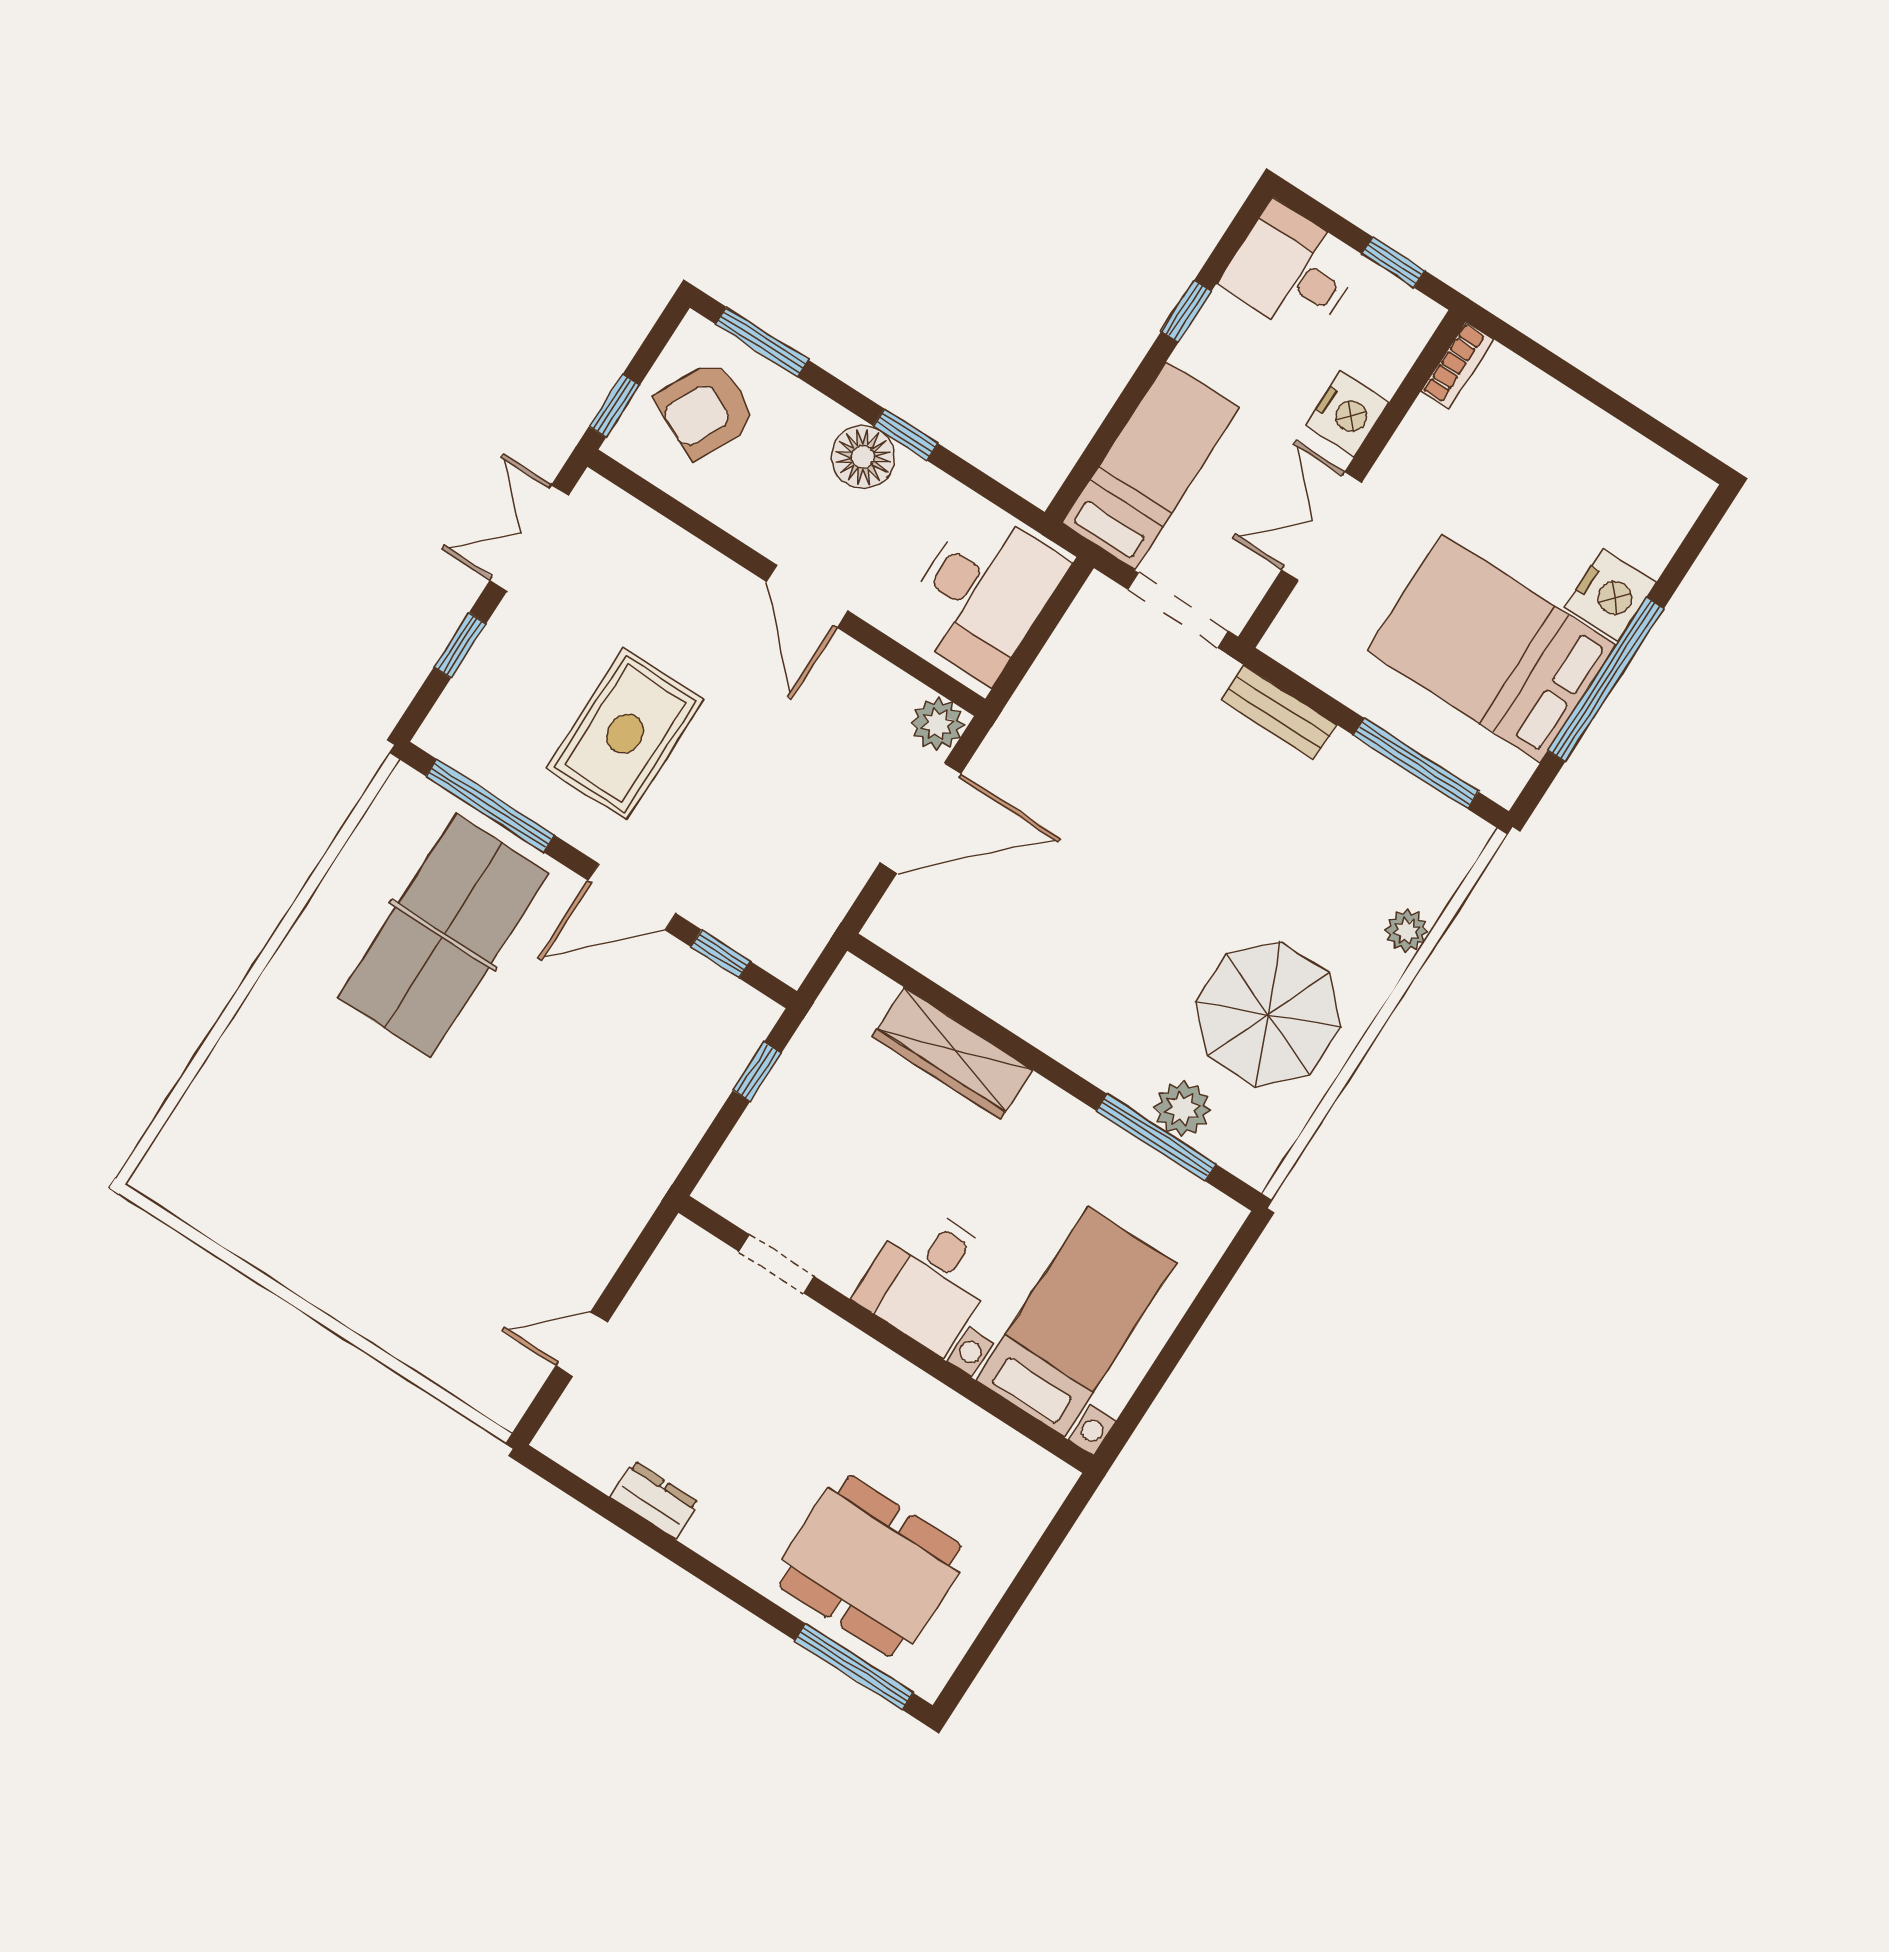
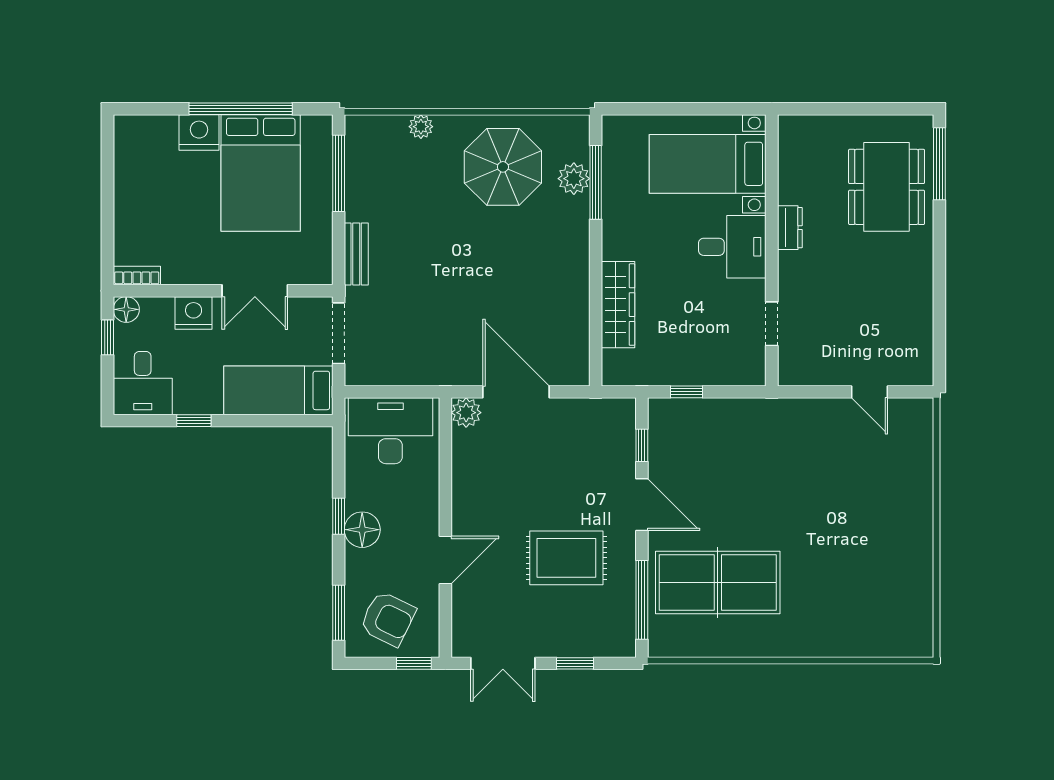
floor lamp: (1417, 317) -> (126, 309), added
door: (807, 596) -> (445, 560), moved
dresser: (655, 1500) -> (790, 228), moved, turned 180

